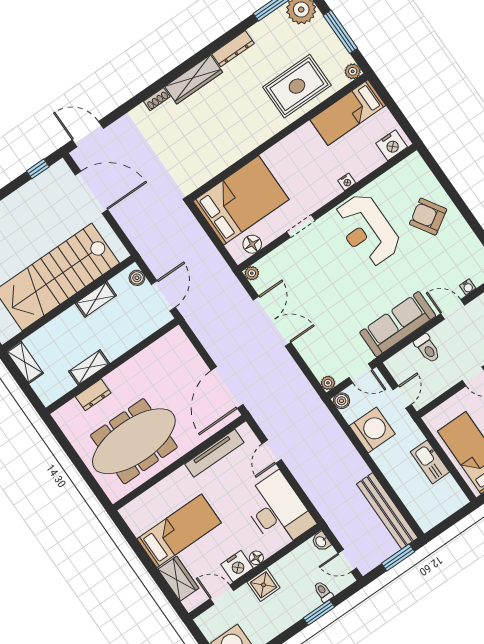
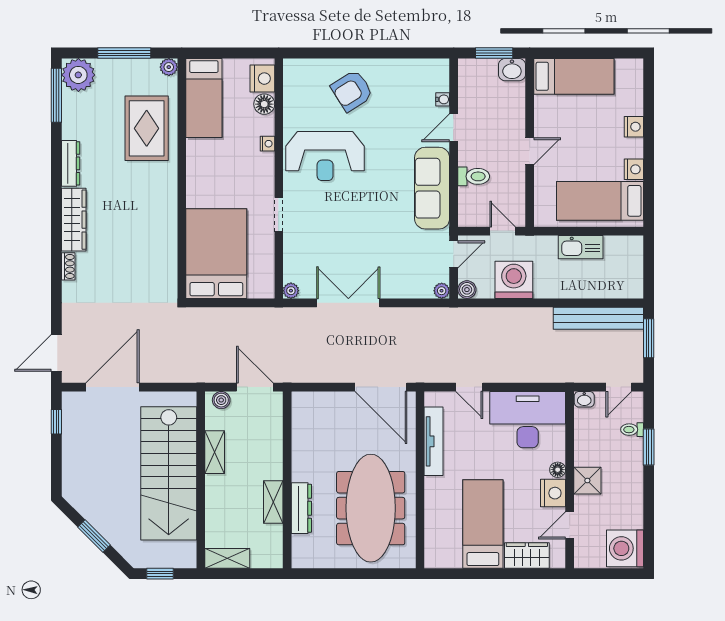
floor lamp: (252, 244) -> (264, 104), moved
dresser: (93, 395) -> (301, 508), width x1.44

